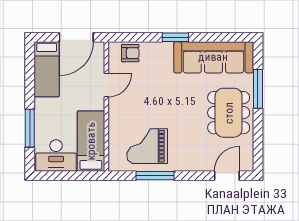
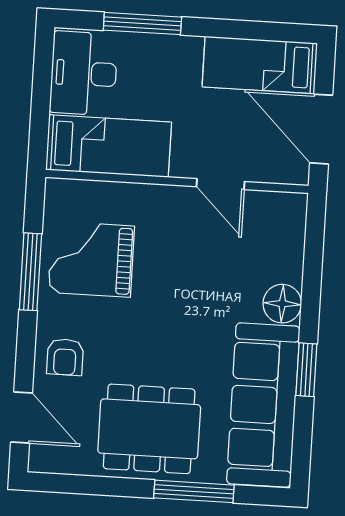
window: (175, 37) -> (306, 370), moved
floor lamp: (163, 51) -> (282, 304), added
armchair: (130, 53) -> (65, 357), moved
grand piano: (147, 146) -> (91, 259), turned -90

